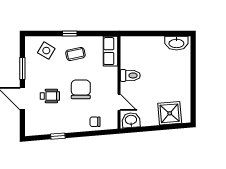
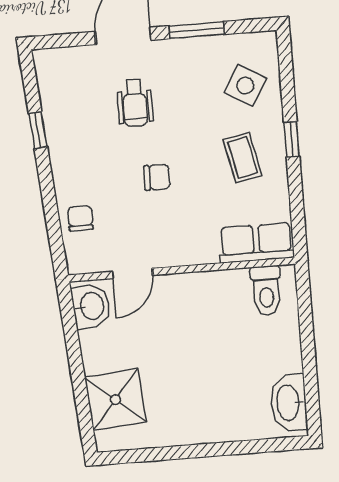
toilet: (130, 75) -> (266, 291), moved
chair: (81, 89) -> (157, 177), width x0.54, depth x0.54

